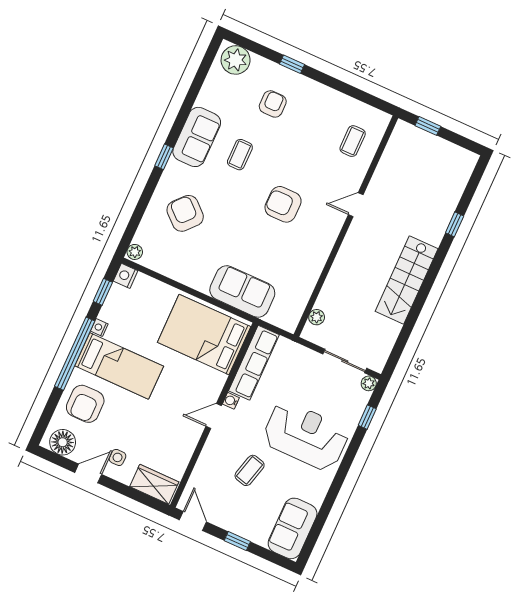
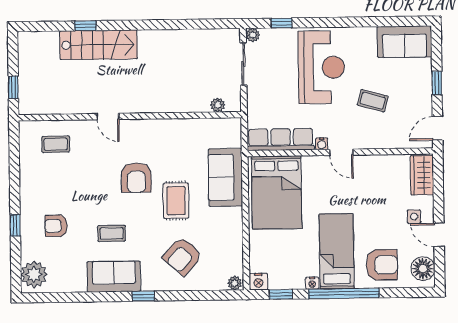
rug: (242, 232) -> (176, 201), added
stairs: (407, 280) -> (99, 45), moved
reception desk: (306, 436) -> (321, 67), turned 180

